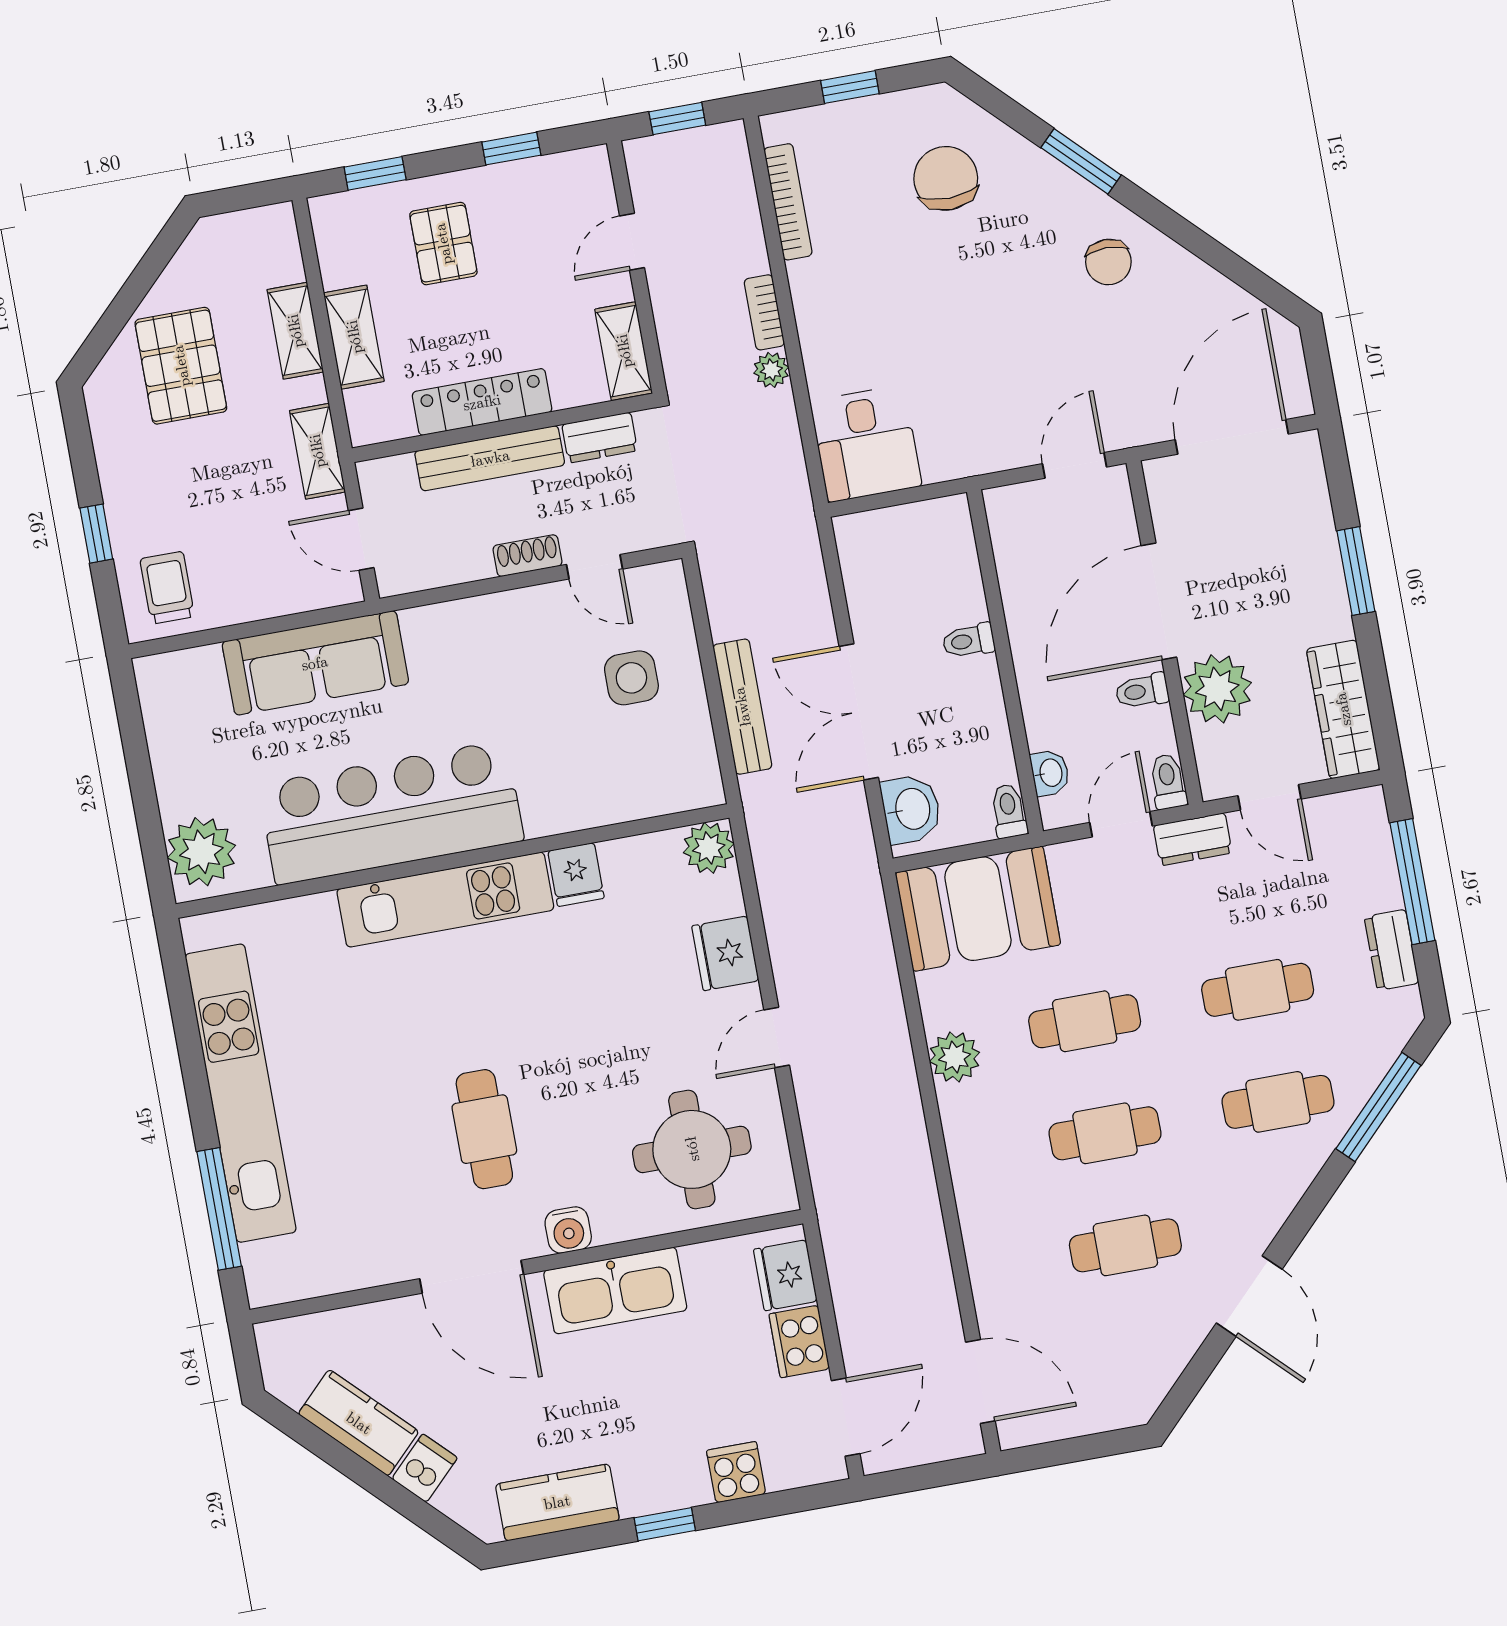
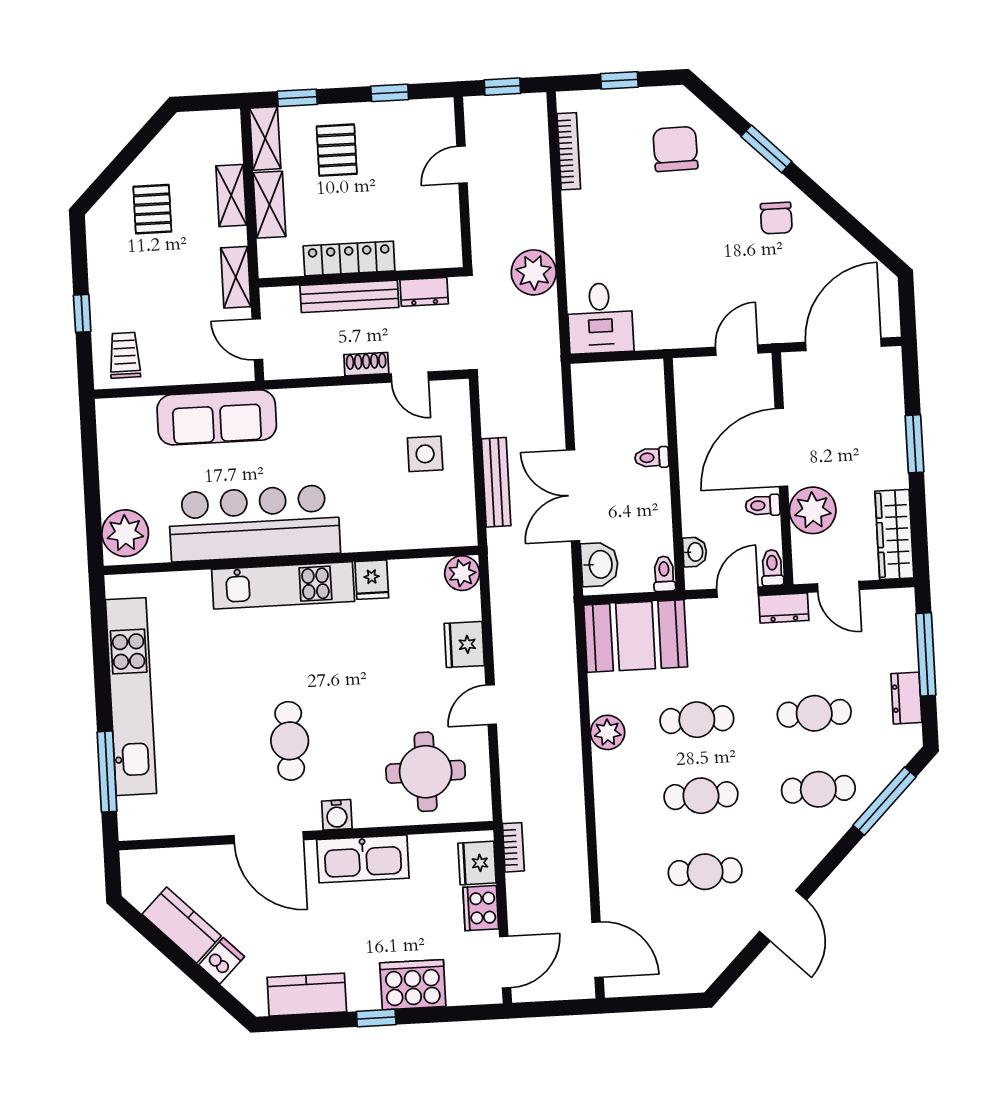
bookcase: (764, 312) -> (513, 847), moved, turned 180
shelving: (624, 351) -> (265, 138), moved
pallet: (181, 366) -> (152, 209), width x0.67, depth x0.71
plant: (771, 370) -> (534, 272), width x1.87, depth x1.87
cooker: (736, 1472) -> (413, 985), width x1.87, depth x1.31

